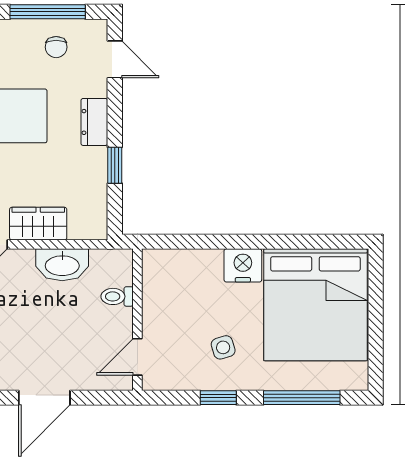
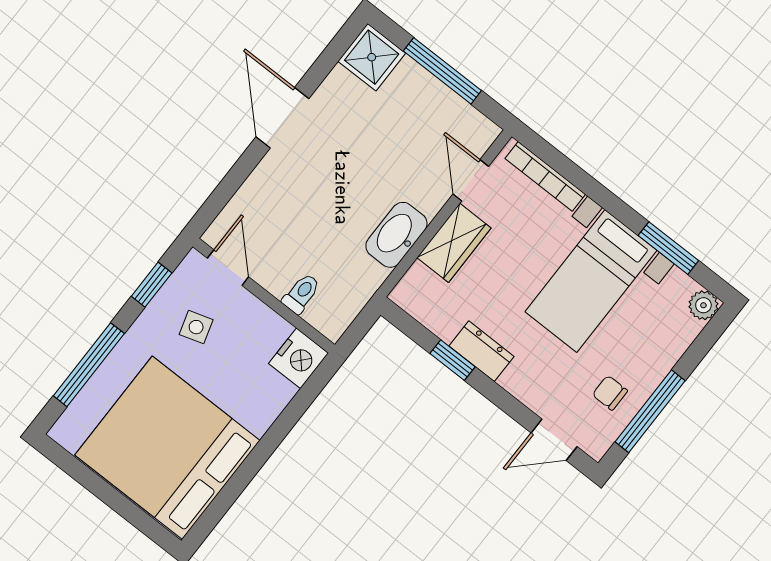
dresser: (94, 122) -> (481, 351), moved
nightstand: (243, 265) -> (299, 358), moved
toilet: (117, 296) -> (301, 294), moved
wall: (137, 320) -> (264, 296), moved
door: (137, 357) -> (228, 268), moved

